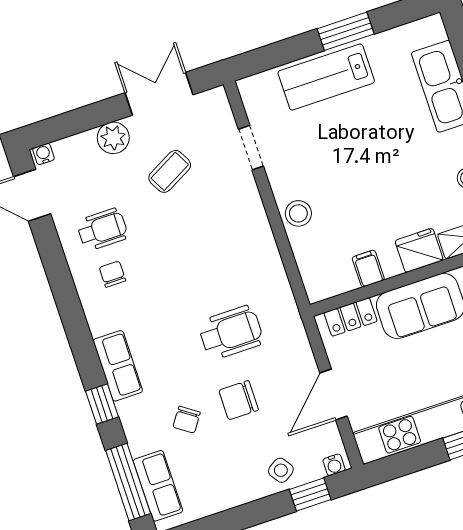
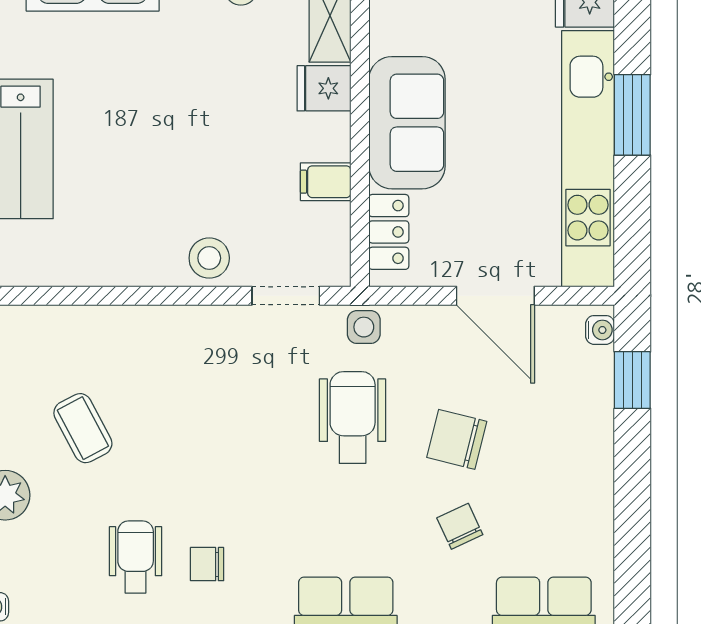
doorway: (251, 148) -> (286, 296), moved
fridge: (419, 250) -> (324, 88), width x0.72
chair: (239, 400) -> (457, 439), turned 104
chair: (187, 420) -> (460, 526), turned -150
side table: (281, 470) -> (364, 327), moved, turned 34

